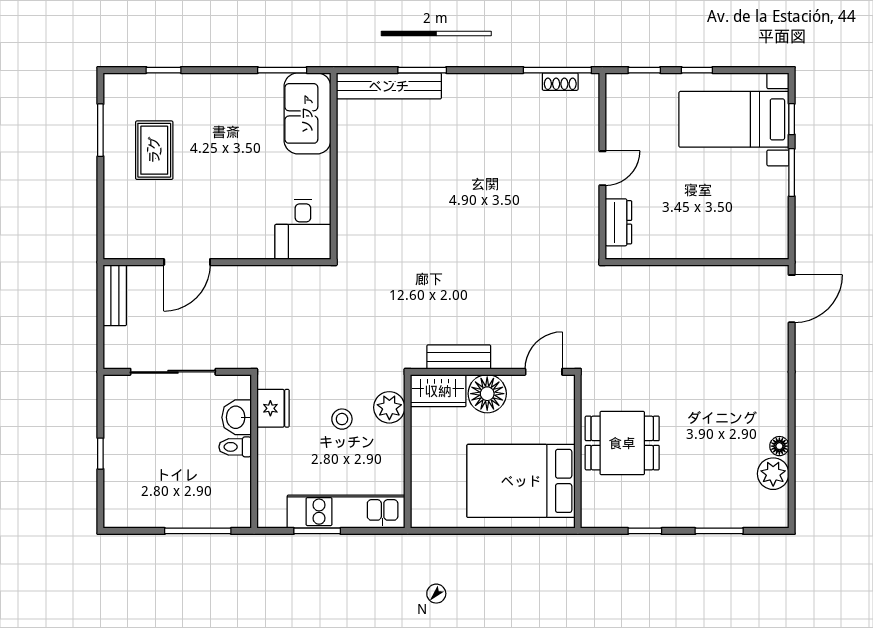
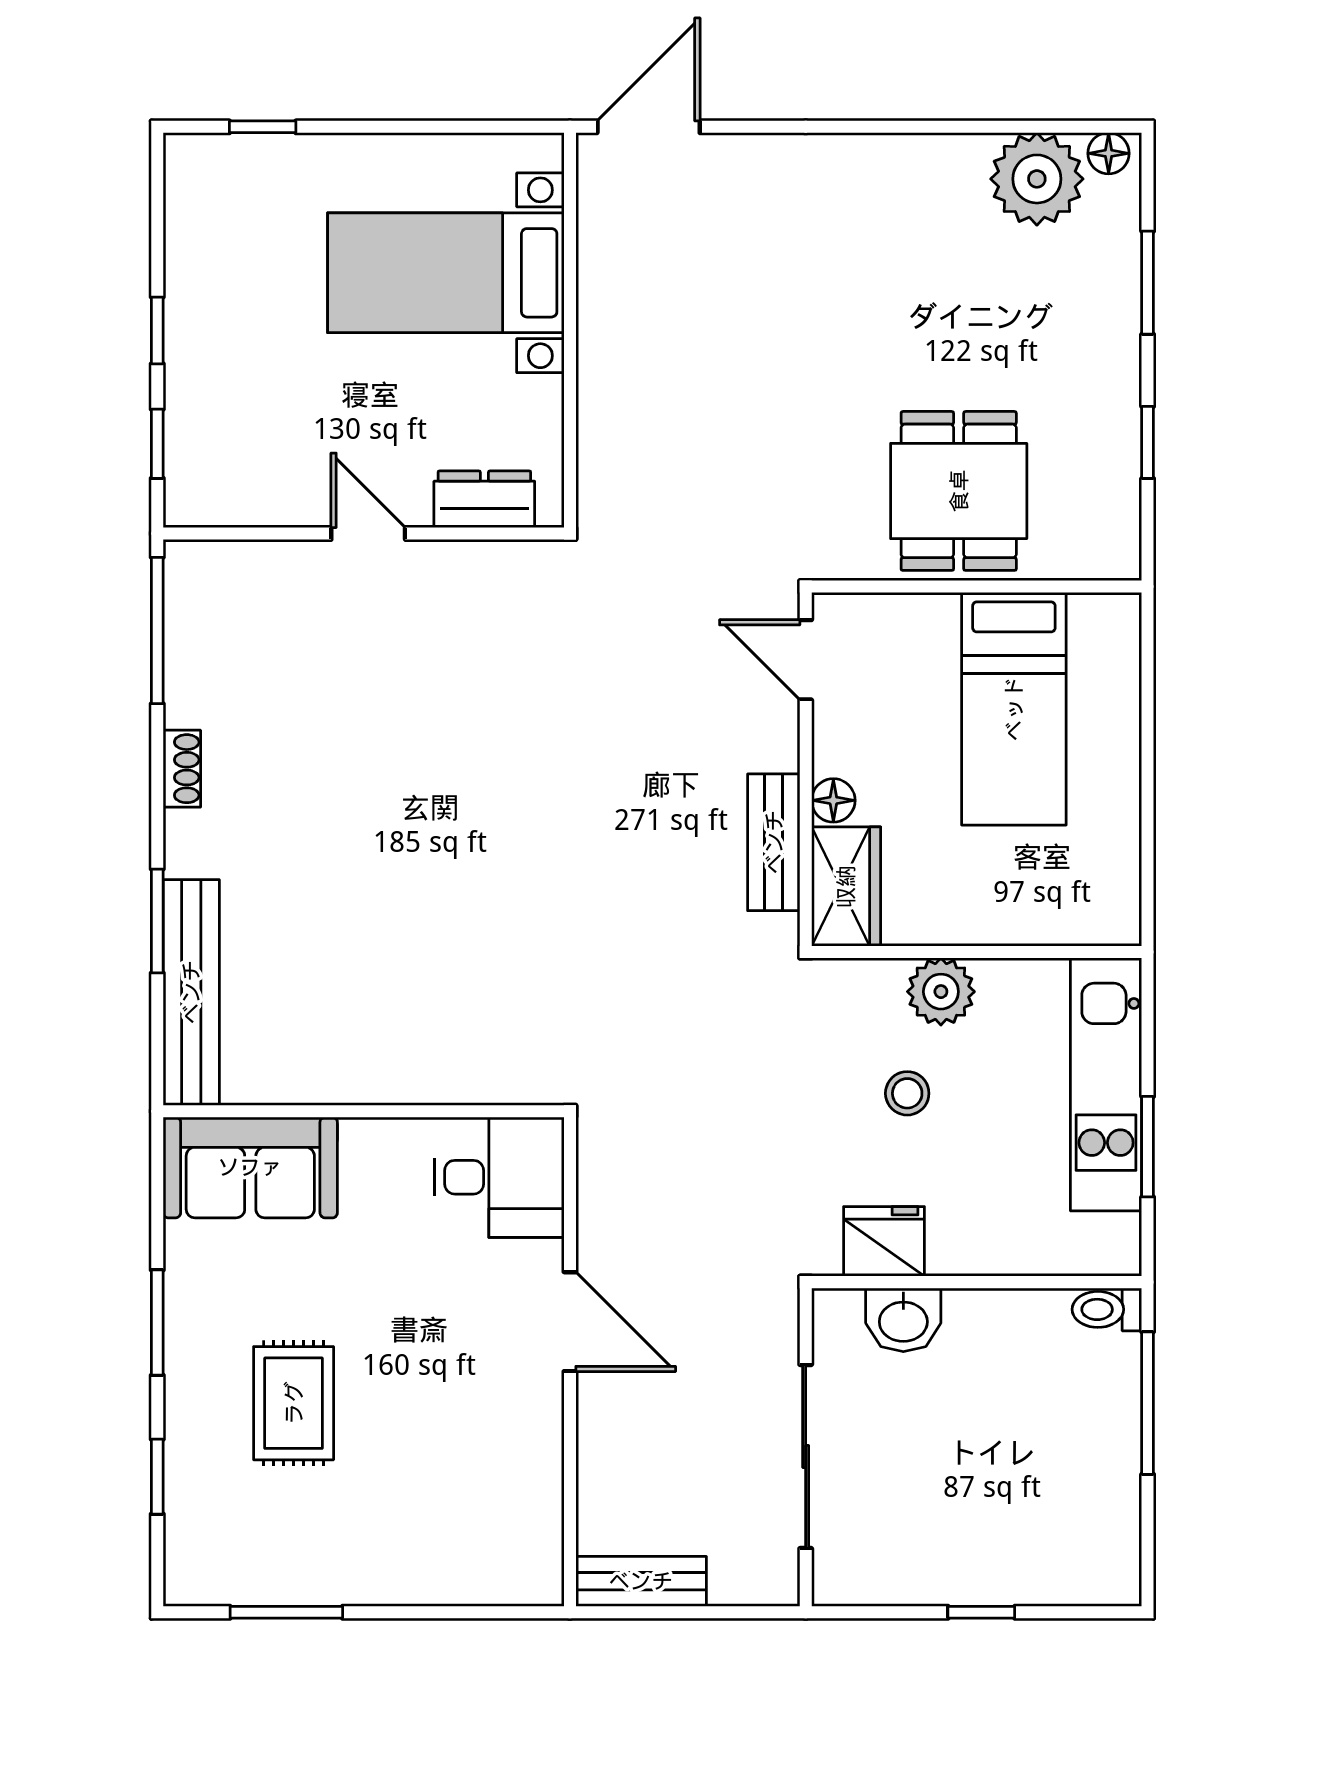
window: (282, 70) -> (157, 1323), moved
shoe rack: (560, 82) -> (182, 769), moved
bed with nightstands: (734, 119) -> (446, 273), moved, turned 90
rug: (154, 150) -> (294, 1403), moved, turned 90
window: (792, 172) -> (377, 127), removed
door: (187, 262) -> (570, 1322), moved
door: (792, 299) -> (649, 127), hinge flipped
floor lamp: (487, 394) -> (833, 800), width x0.53, depth x0.53
plant: (389, 407) -> (941, 992), moved
floor lamp: (779, 446) -> (1109, 153), moved
toilet: (235, 447) -> (1107, 1309), moved, turned 90
plant: (773, 474) -> (1037, 179), width x1.36, depth x1.36
bed: (521, 481) -> (1014, 709), width x0.67

